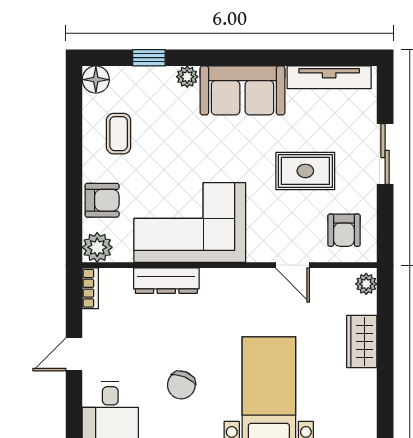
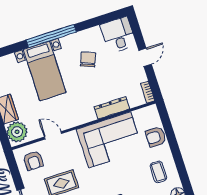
armchair: (344, 230) -> (33, 161), turned 180
plant: (97, 247) -> (151, 113), removed
plant: (366, 284) -> (17, 132), width x1.87, depth x1.87

